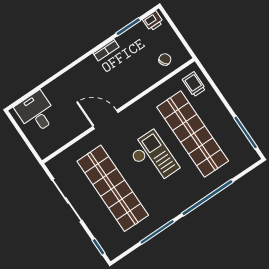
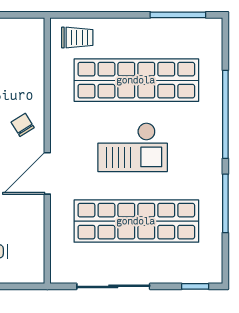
chair: (165, 59) -> (23, 125), moved
trolley: (194, 84) -> (77, 38), turned 180
checkout: (153, 158) -> (133, 147), turned 180

